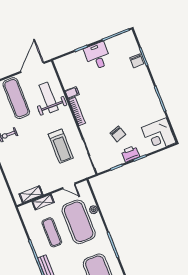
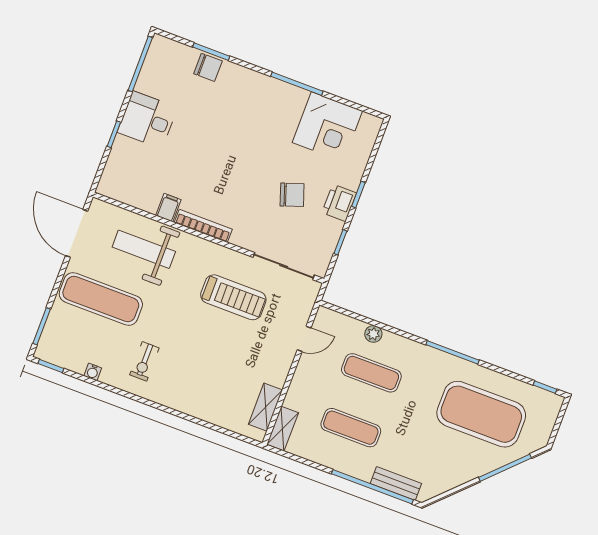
corner desk: (159, 135) -> (327, 127), moved
shelving: (43, 202) -> (283, 429), moved
exercise mat: (79, 222) -> (371, 373), width x0.50, depth x0.69

